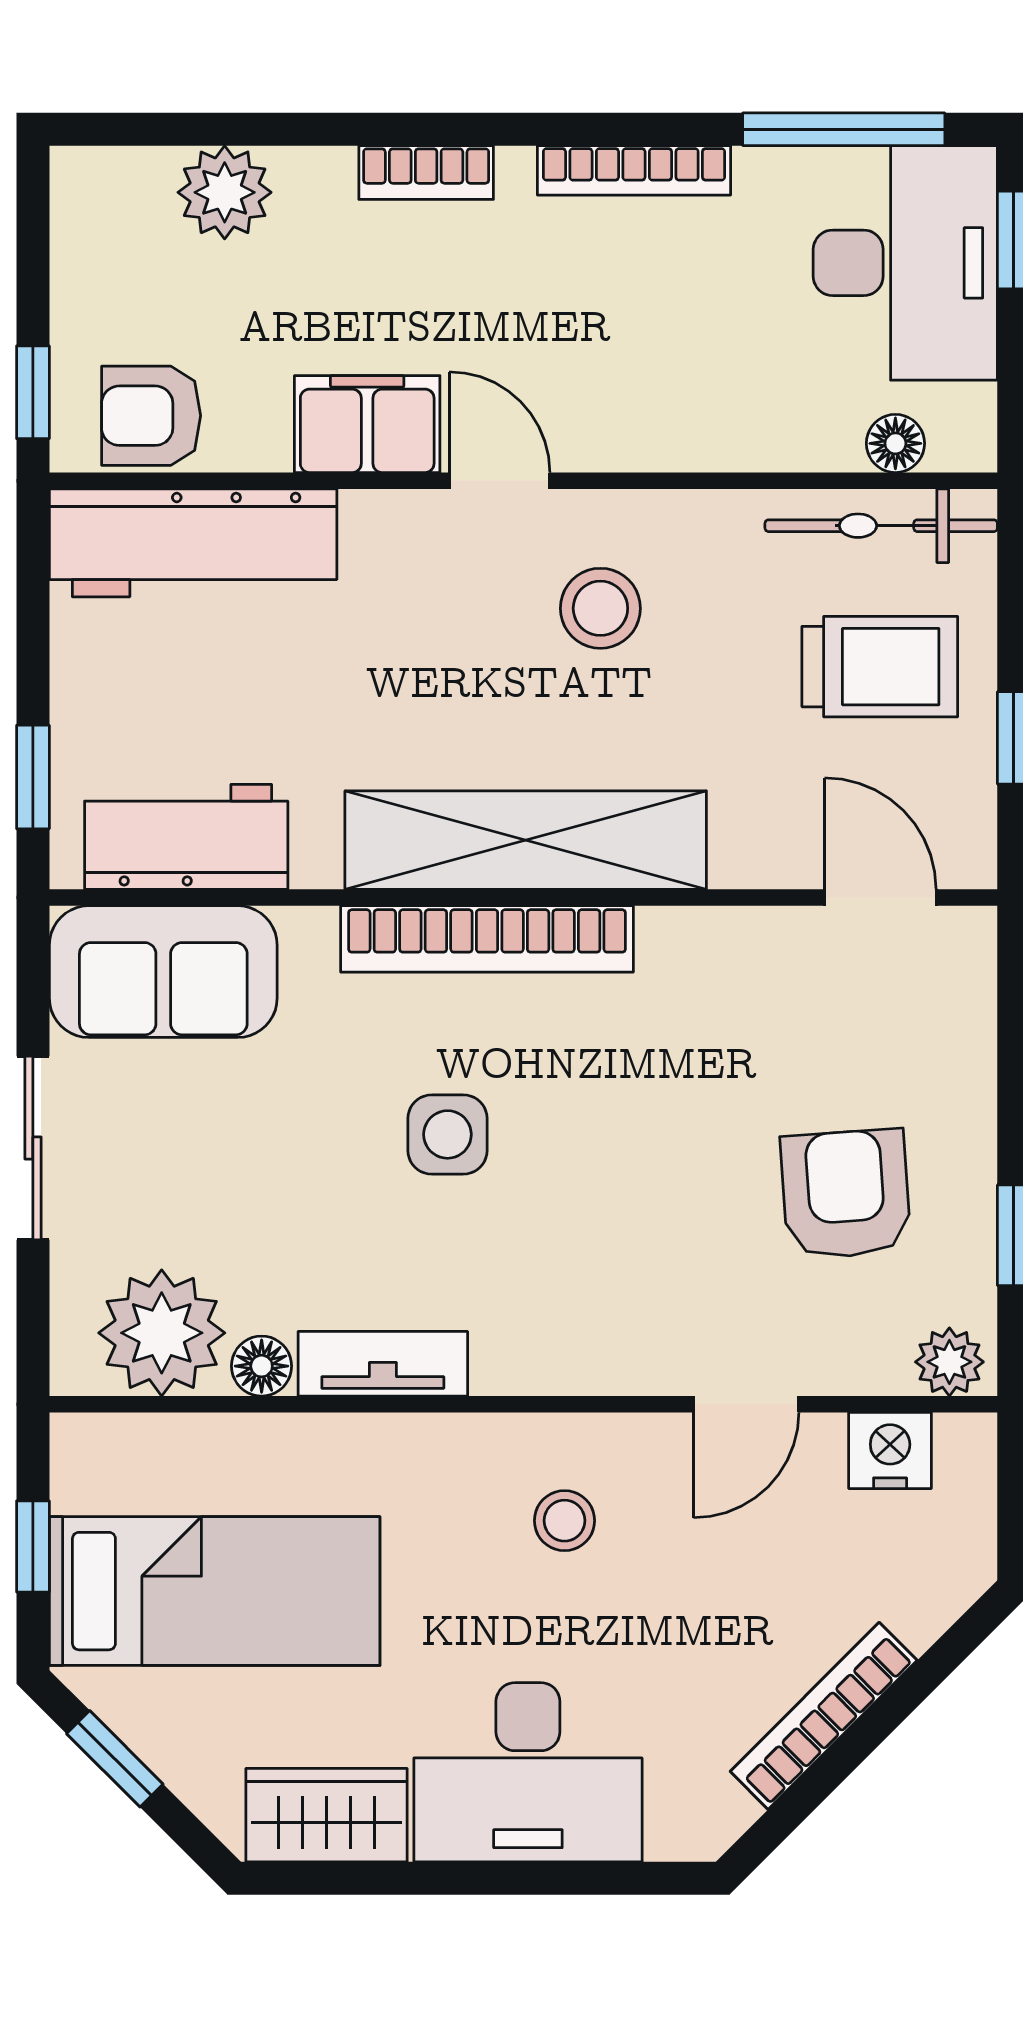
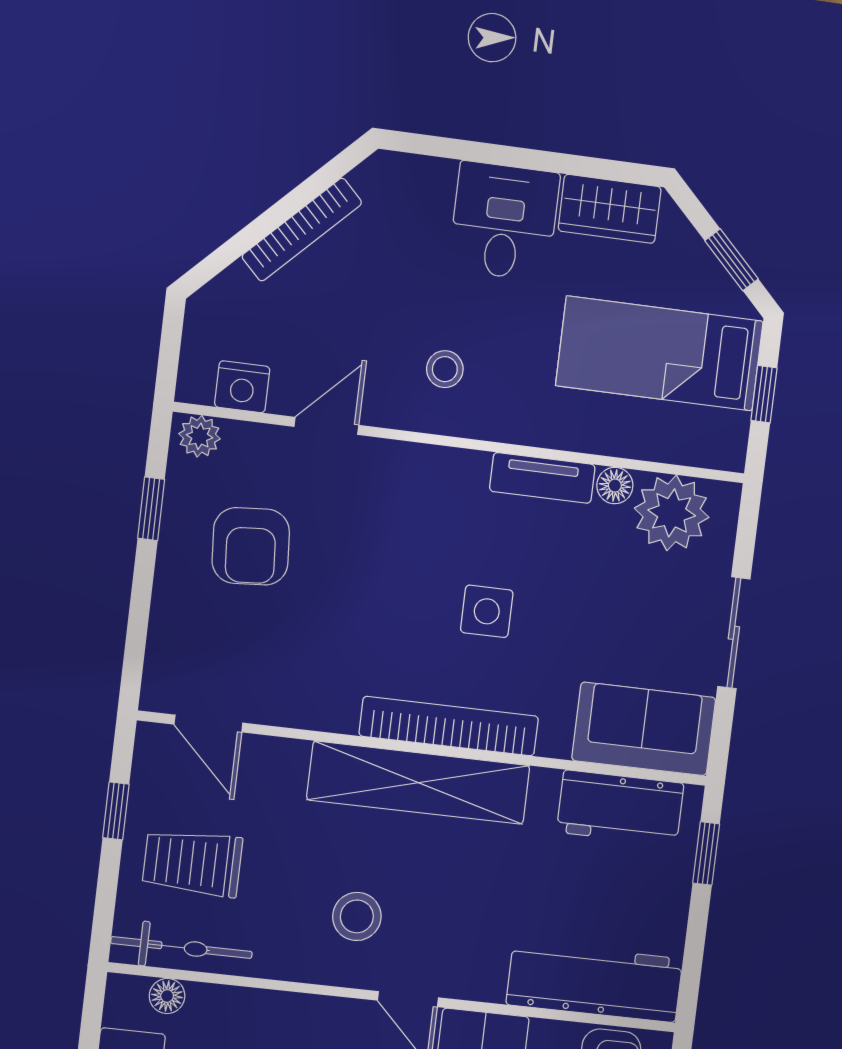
desk: (528, 1772) -> (504, 221), width x0.73

